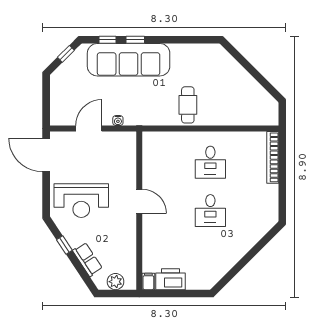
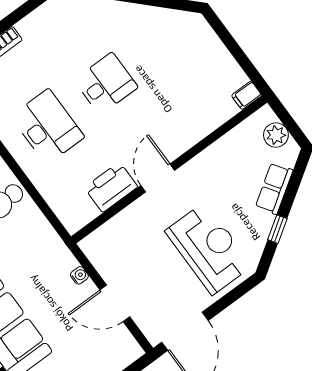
desk: (210, 162) -> (47, 127), width x1.37
printer: (171, 279) -> (111, 187), moved, turned 90

